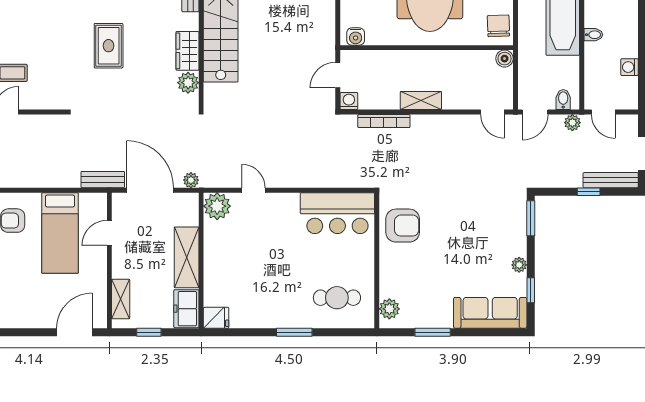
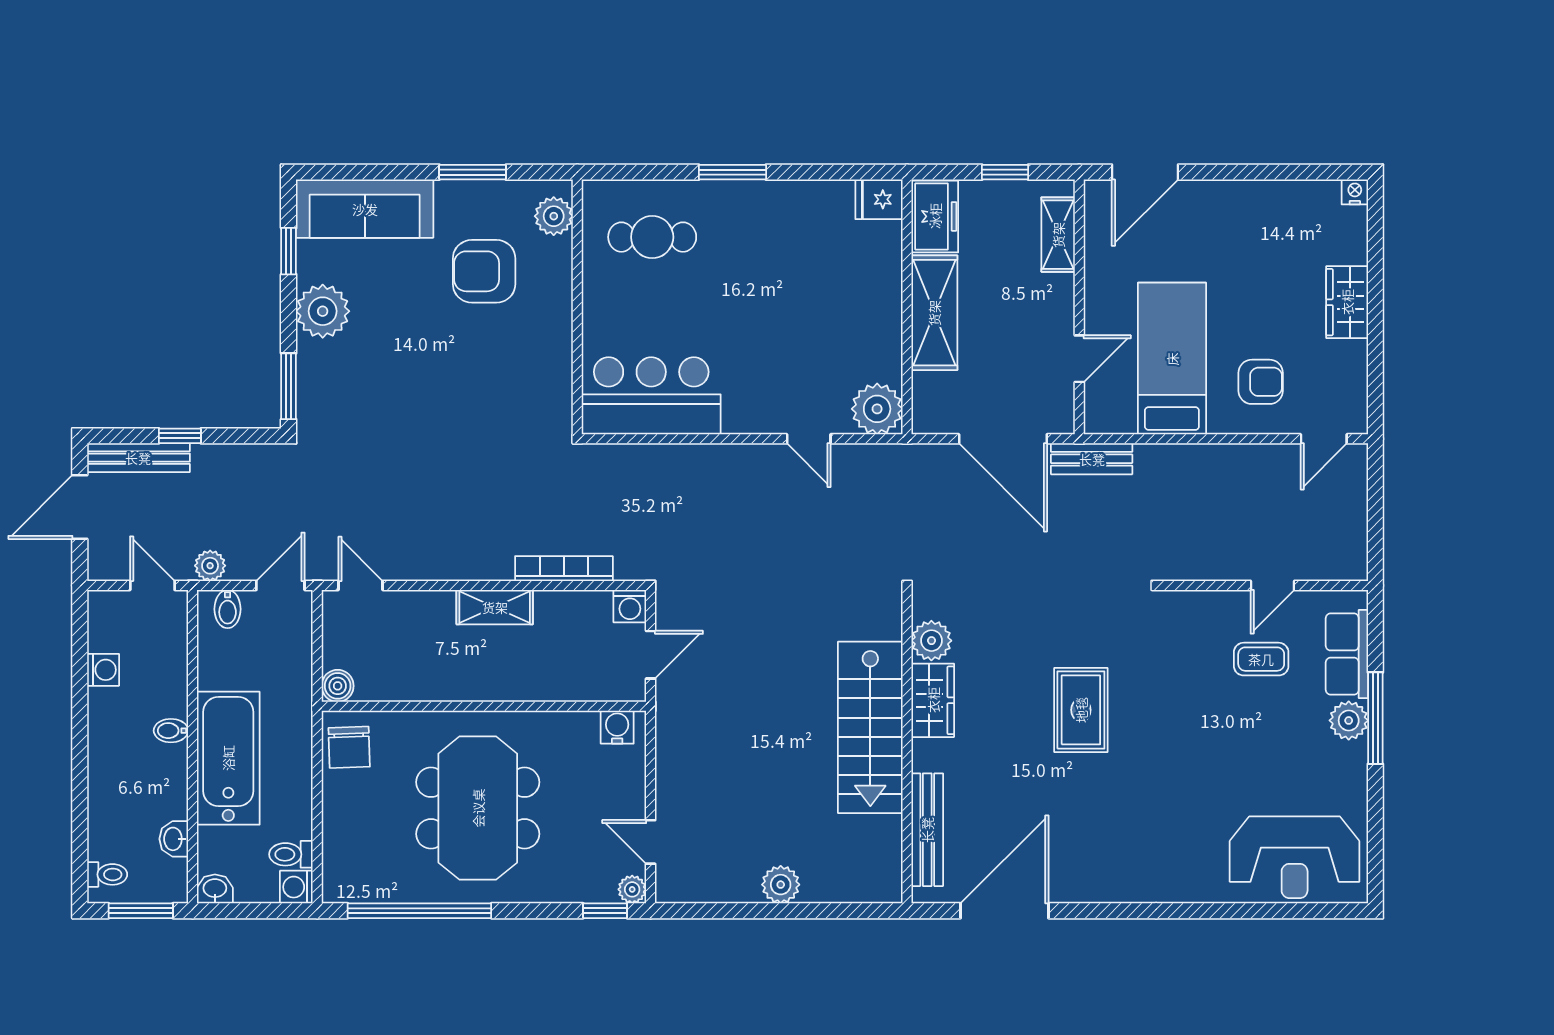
plant: (191, 180) -> (926, 458), removed
armchair: (403, 226) -> (484, 271), moved
plant: (519, 265) -> (323, 311), width x1.88, depth x1.88

